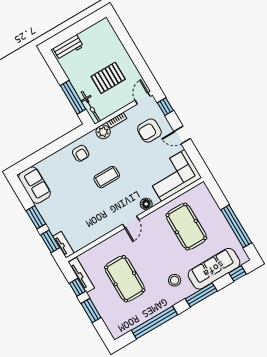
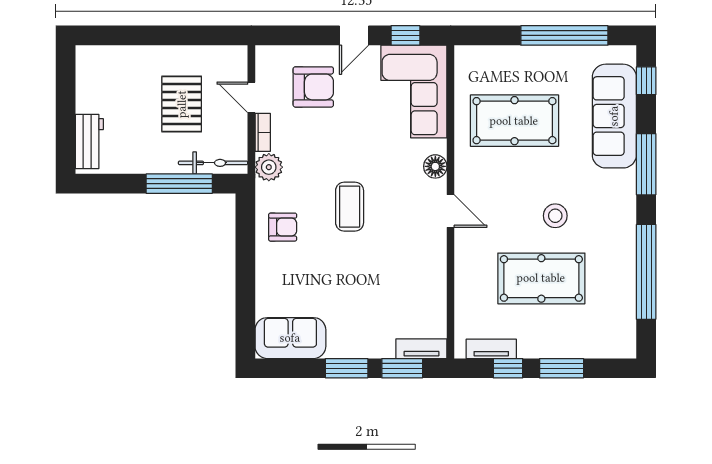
door: (143, 98) -> (251, 97), moved
window: (165, 107) -> (405, 35), moved
armchair: (149, 131) -> (313, 87), turned -90
tv unit: (81, 275) -> (491, 349), width x0.71
stool: (175, 280) -> (555, 216), moved

